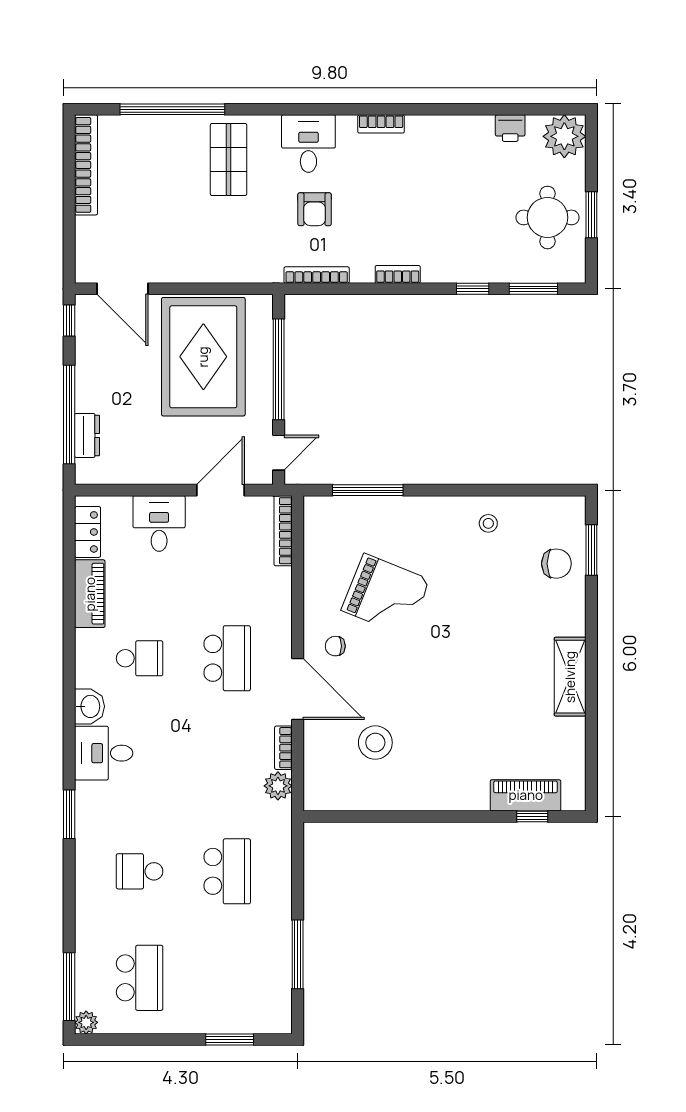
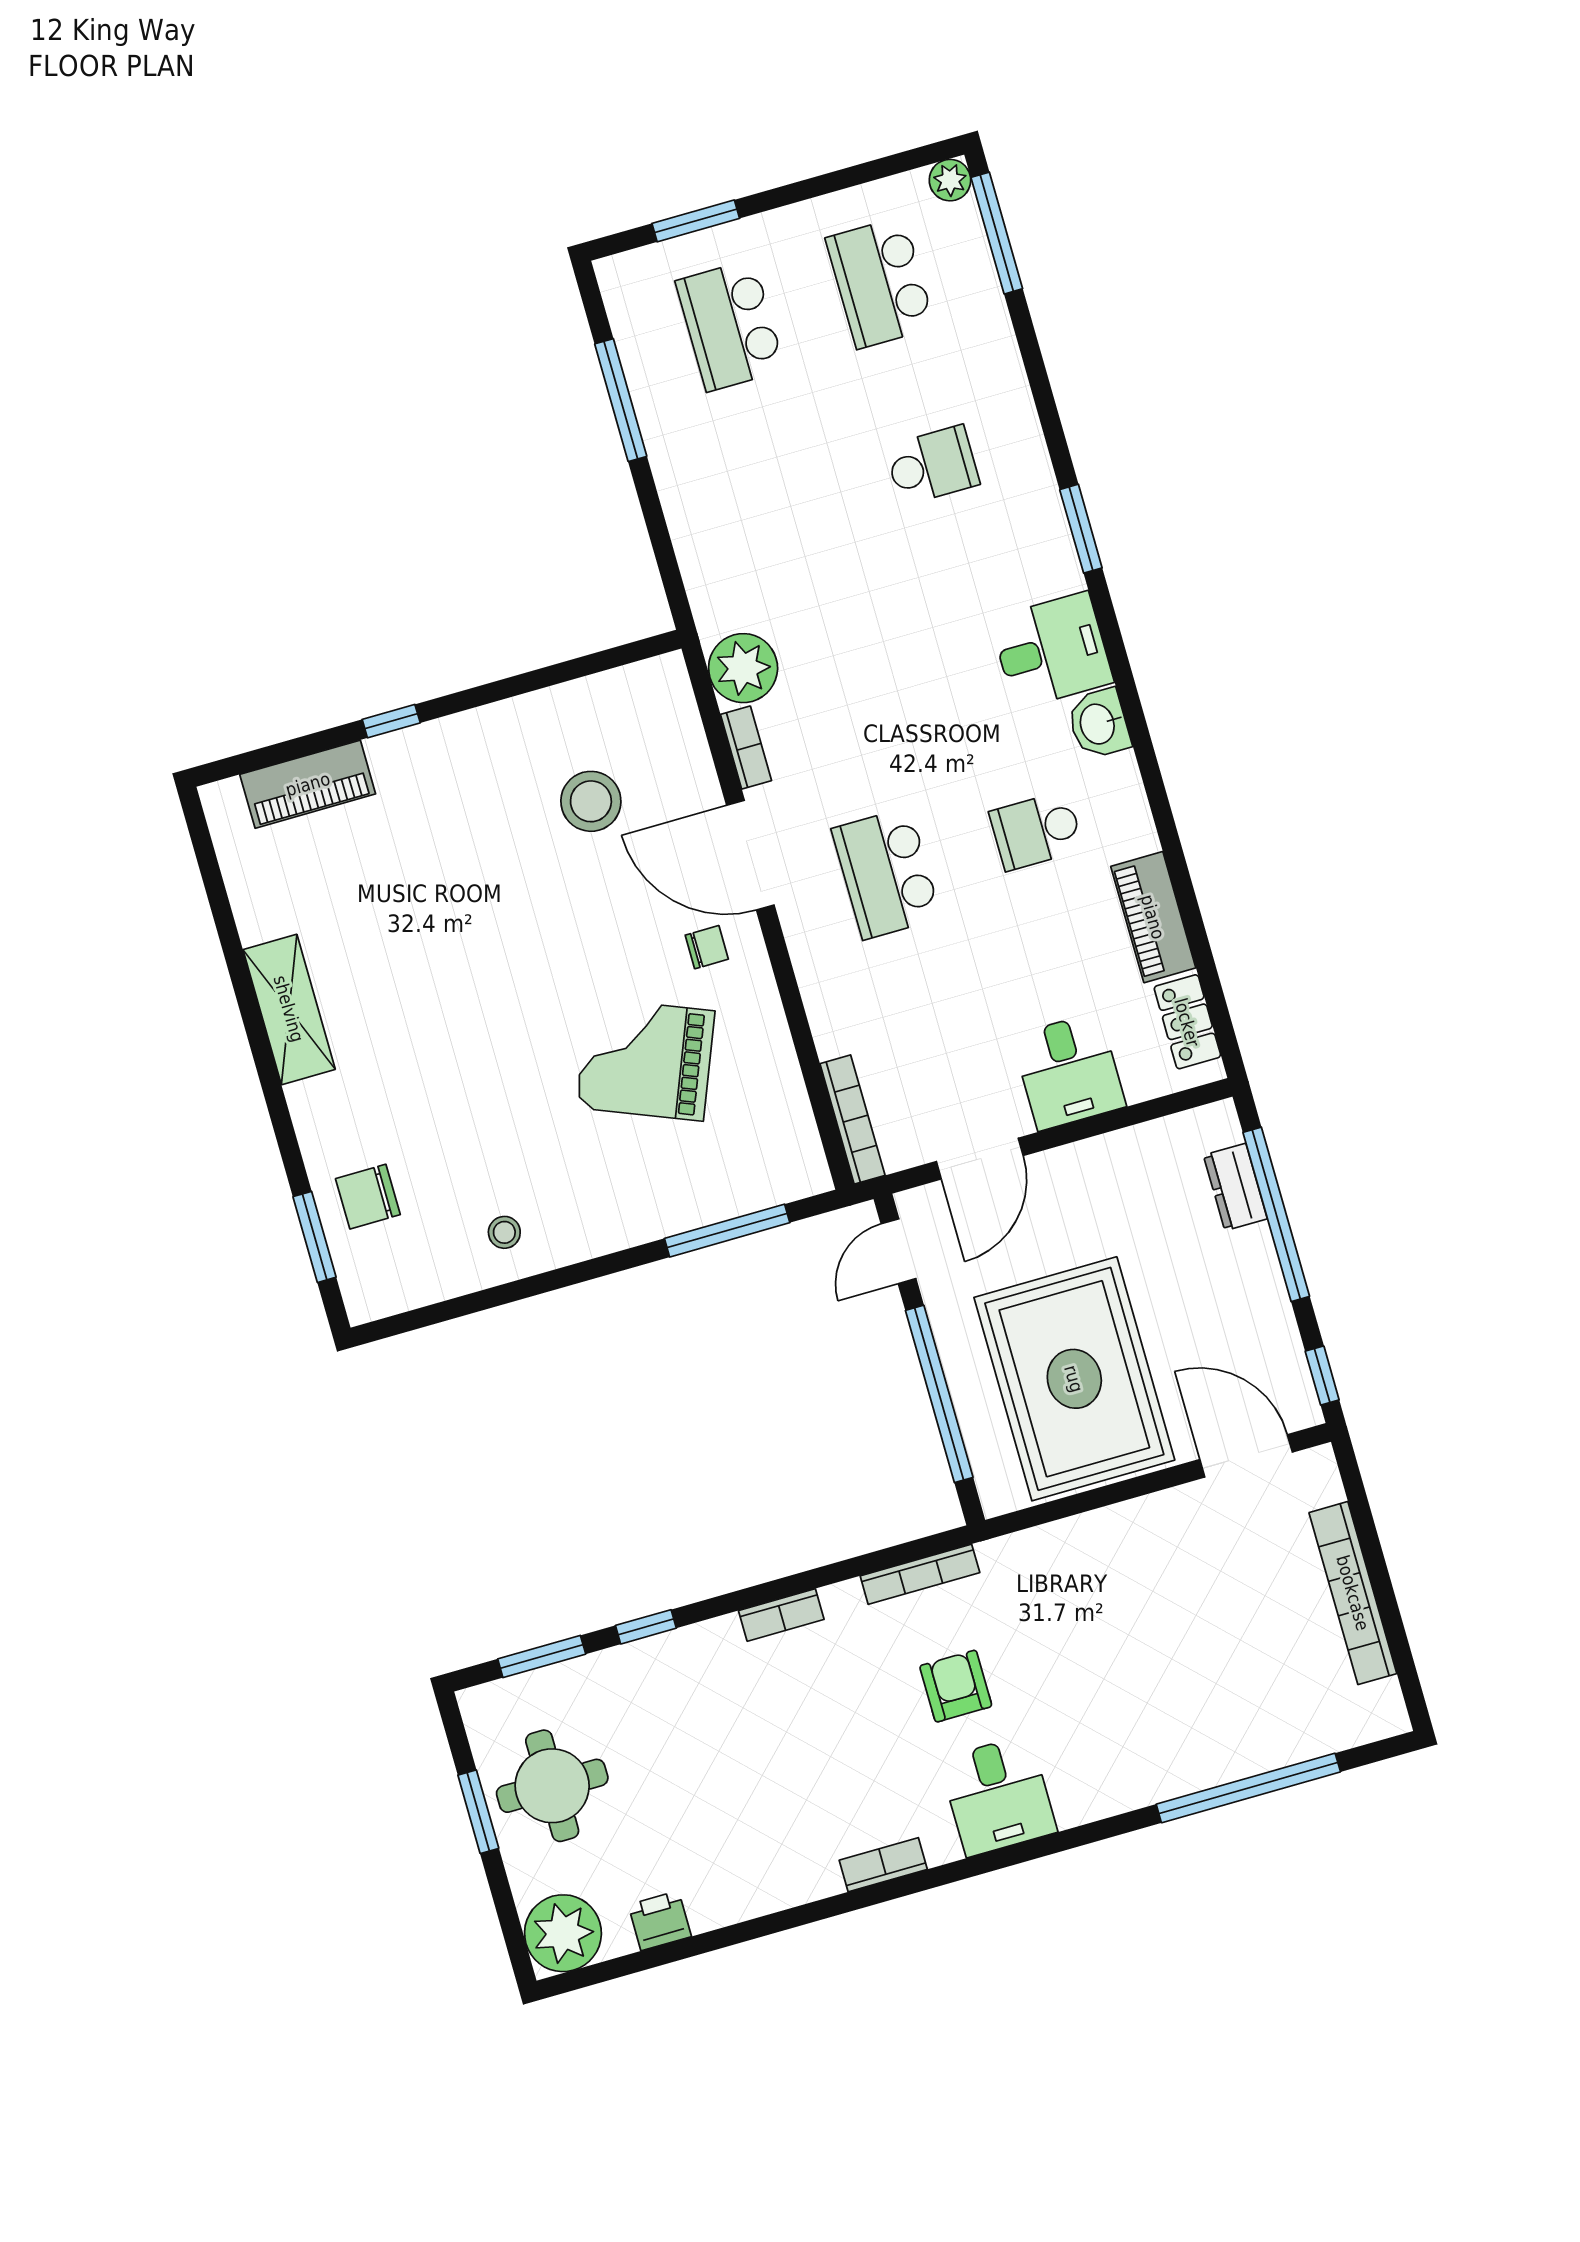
shop shelf: (229, 159) -> (1127, 1729), removed
bookcase: (86, 165) -> (1353, 1593), moved
plant: (278, 786) -> (743, 668), width x1.36, depth x1.36
window: (532, 816) -> (391, 721), moved
school desk: (227, 871) -> (730, 325), moved

